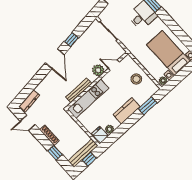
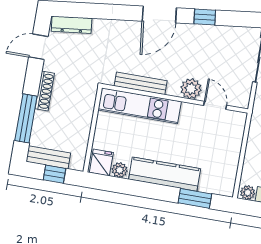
stool: (136, 79) -> (220, 153), removed
kitchen counter: (127, 111) -> (165, 174), width x1.50
door: (28, 123) -> (38, 47), hinge flipped
window: (55, 153) -> (26, 118), width x2.17
bench: (83, 153) -> (48, 157), width x0.73

